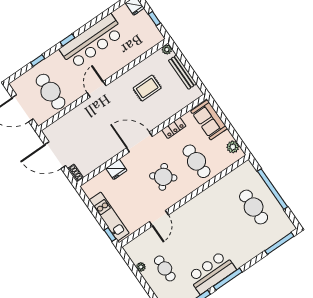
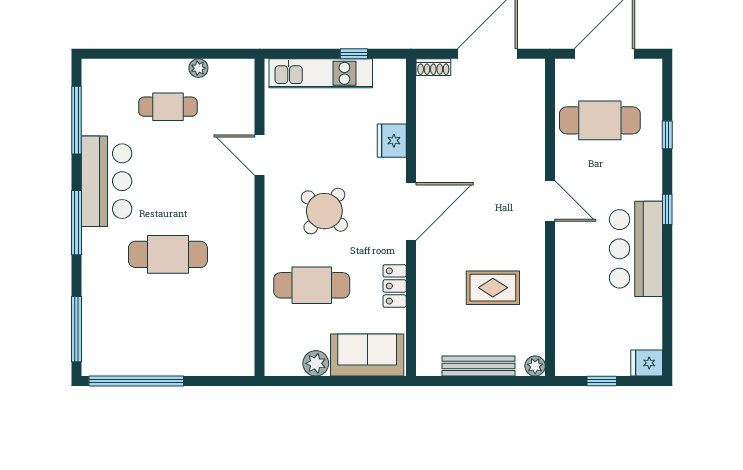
bar counter: (92, 42) -> (636, 249), width x0.73
rug: (147, 88) -> (493, 288), turned 90
plant: (233, 147) -> (316, 363), moved
window: (272, 189) -> (136, 381), moved
cafe table: (254, 207) -> (168, 254), moved
window: (110, 235) -> (354, 54), moved
window: (228, 279) -> (76, 223), moved

